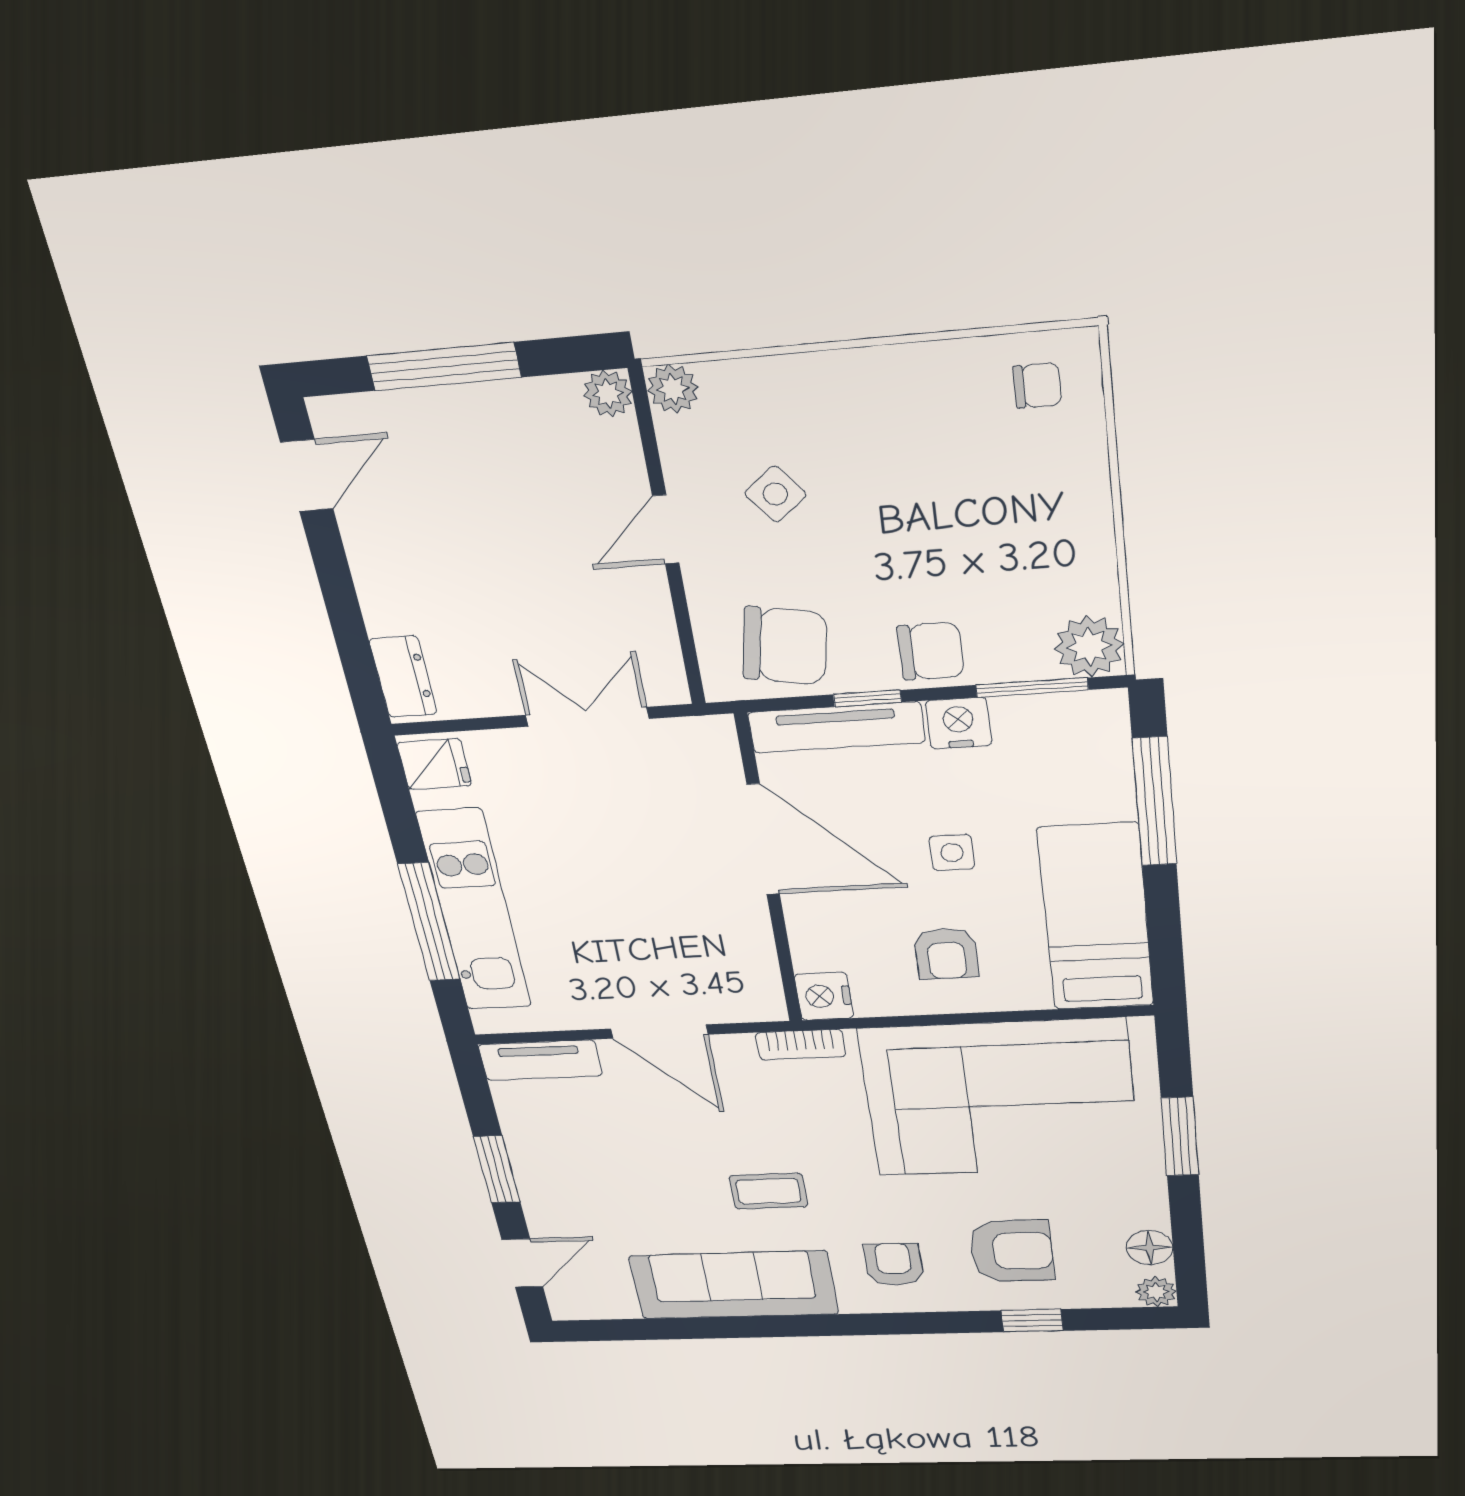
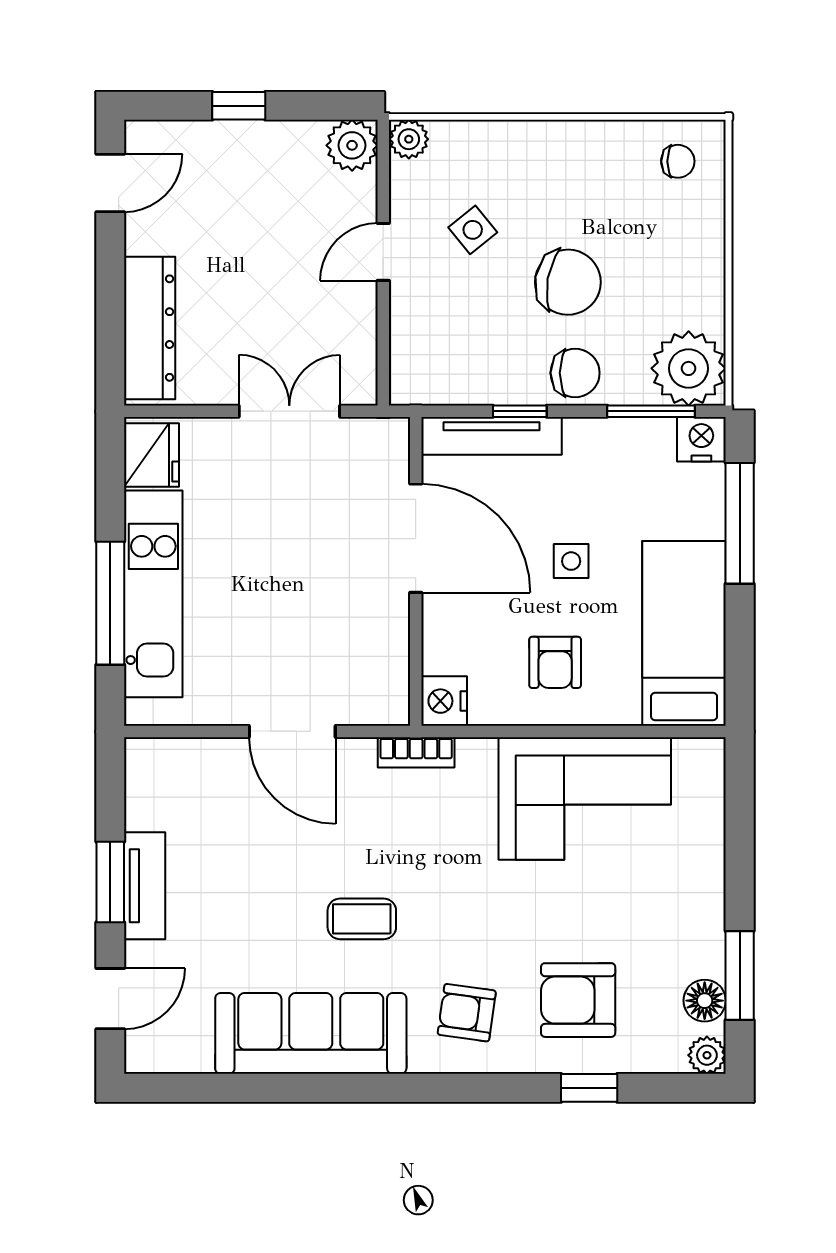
window: (444, 367) -> (239, 106), width x0.46
plant: (608, 394) -> (352, 145), width x1.38, depth x1.38
chair: (785, 646) -> (568, 282), moved
plant: (1089, 646) -> (689, 368), width x1.36, depth x1.36
dresser: (403, 677) -> (150, 328), width x1.96, depth x1.24
nightstand: (959, 723) -> (701, 439), moved
fridge: (434, 764) -> (152, 455), width x1.38
tv unit: (540, 1060) -> (145, 886), moved, turned -90
corner sofa: (1000, 1098) -> (585, 798), width x0.73, depth x0.74
window: (1180, 1137) -> (740, 976), moved
armchair: (1011, 1251) -> (578, 1000), turned 180
armchair: (894, 1264) -> (467, 1013), turned -82

